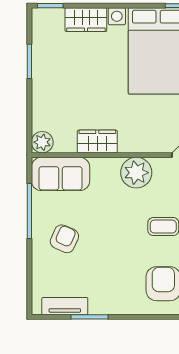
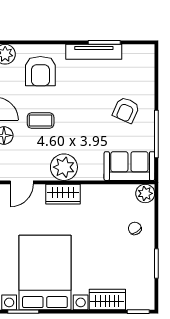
chair: (54, 102) -> (135, 228), added
wardrobe: (97, 142) -> (63, 194), moved
tv unit: (65, 306) -> (94, 52), moved, width x1.41

